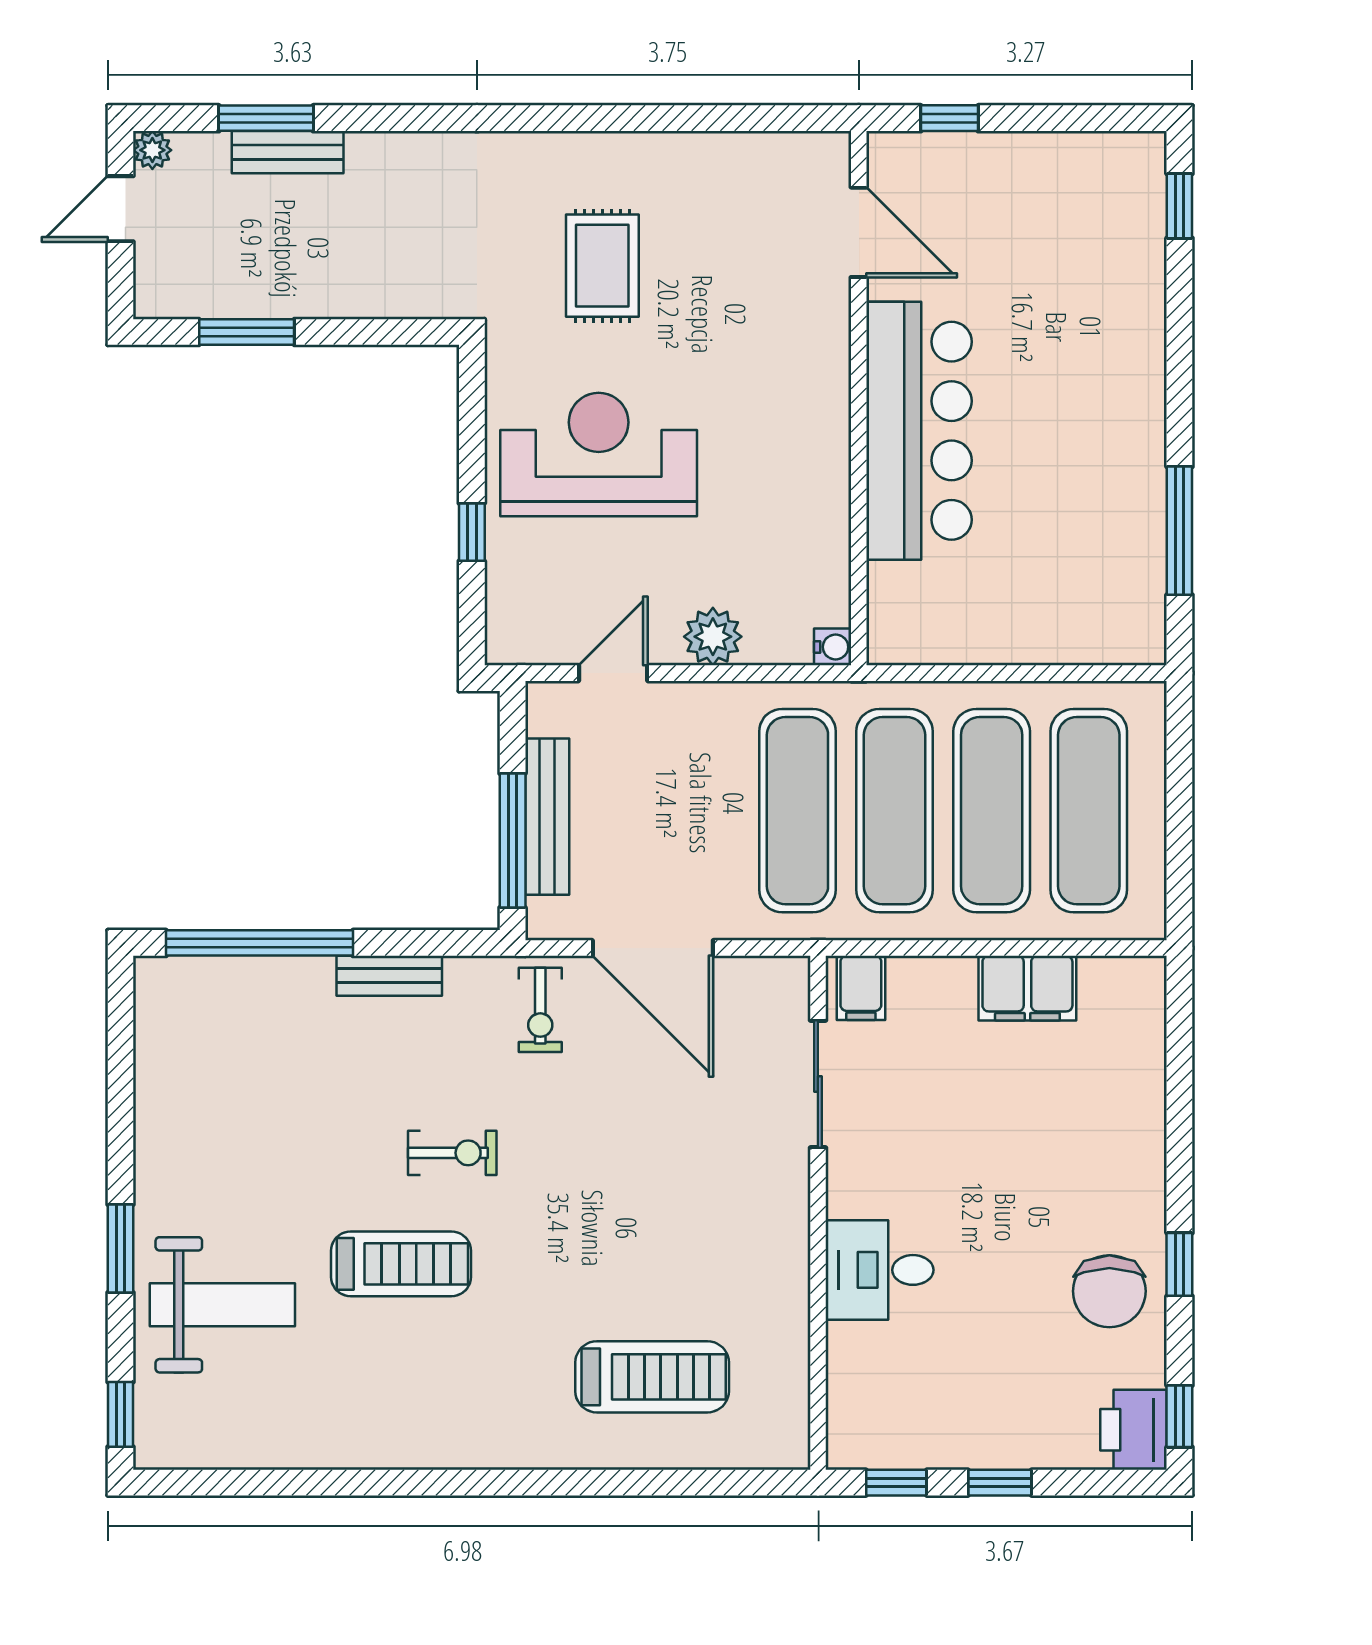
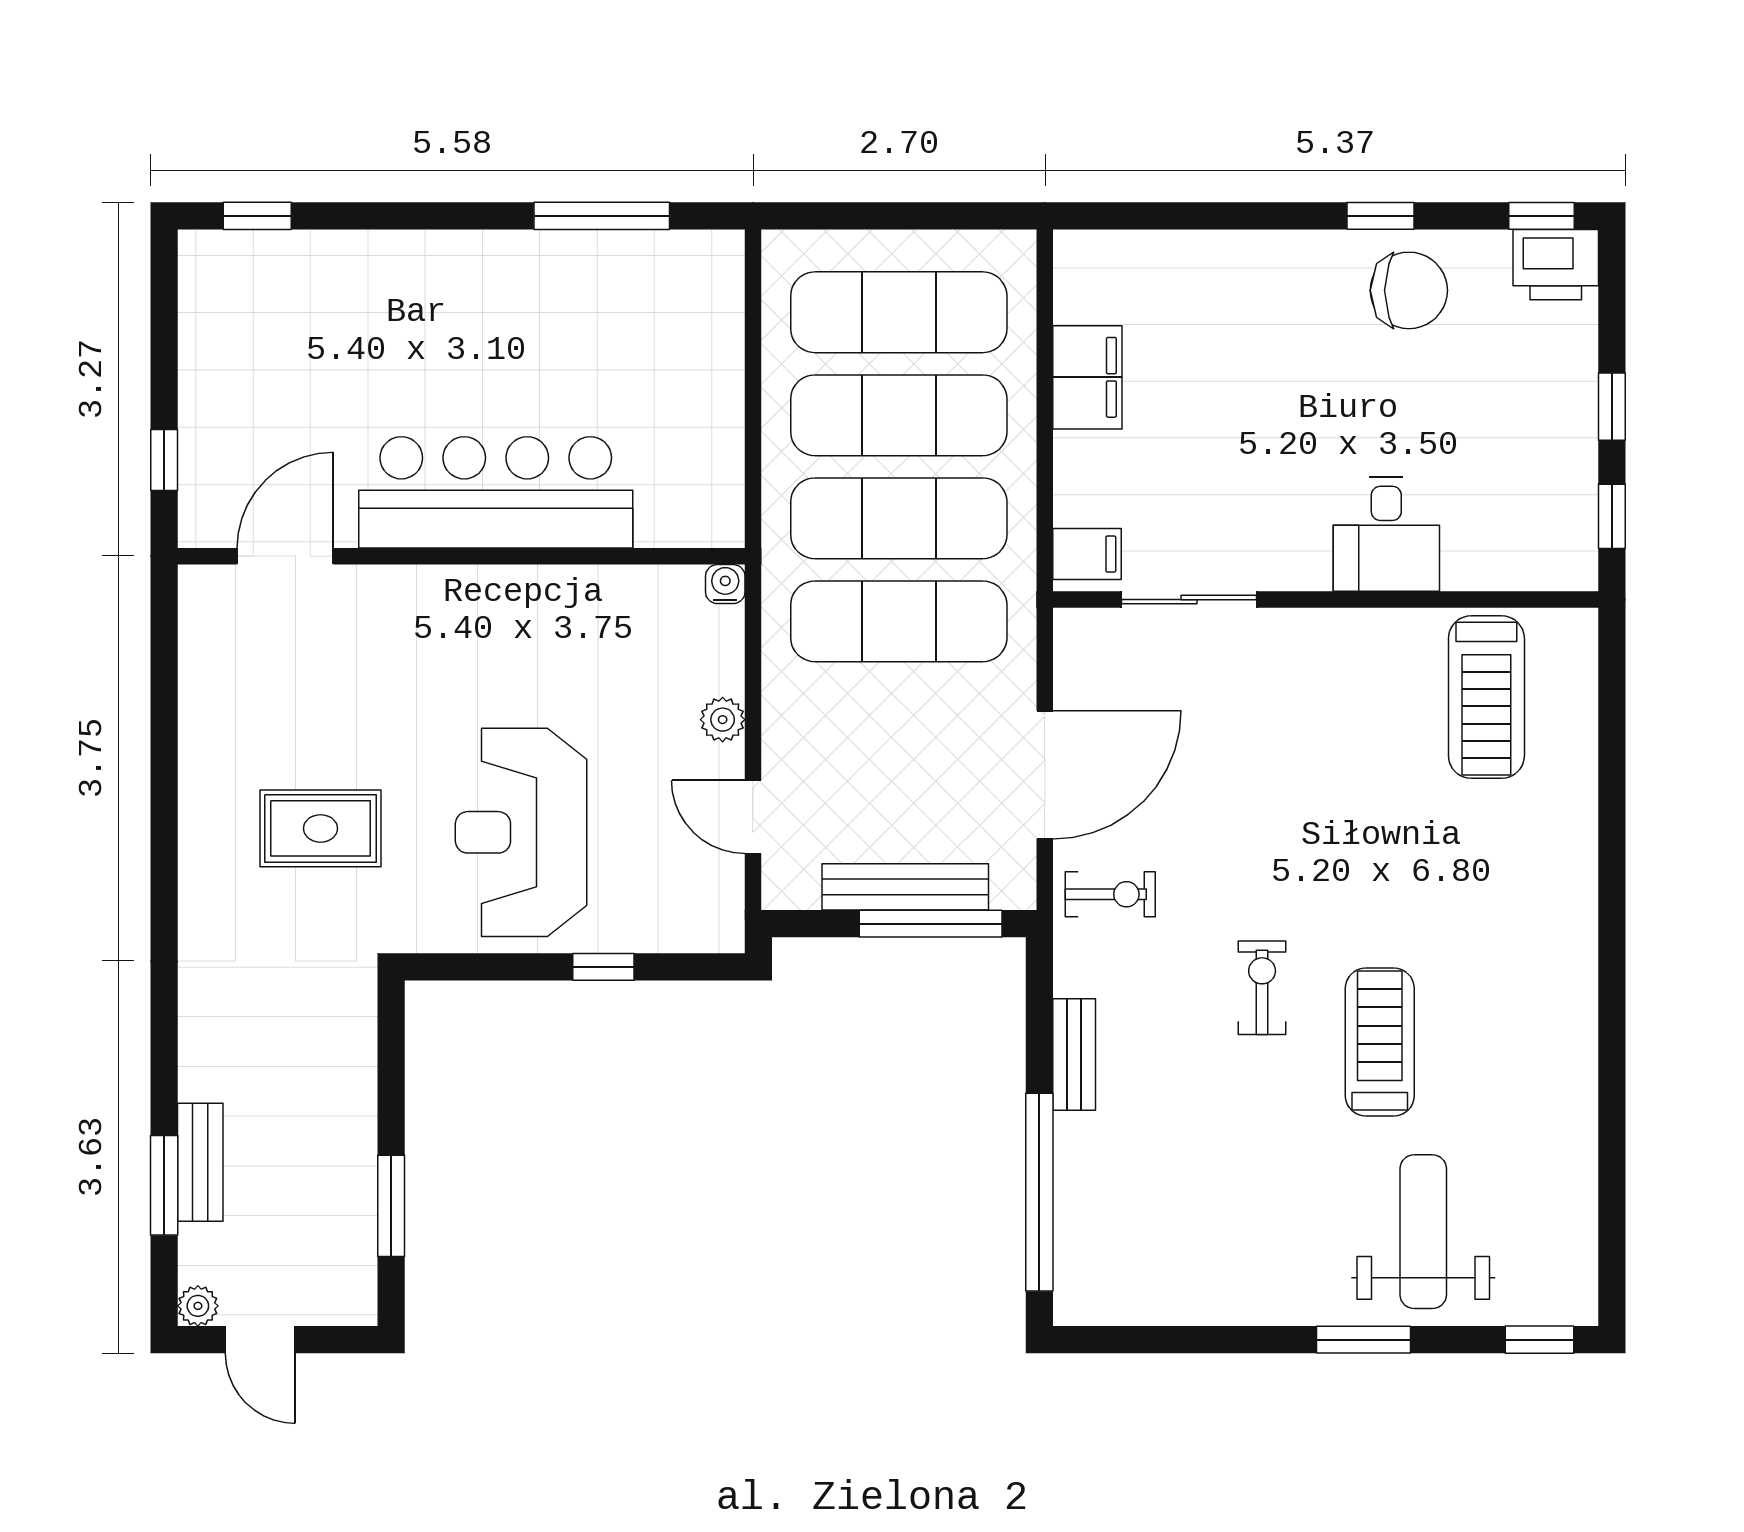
plant: (713, 637) -> (723, 720), width x0.73, depth x0.73
treadmill: (652, 1377) -> (1486, 697), moved, turned 180

